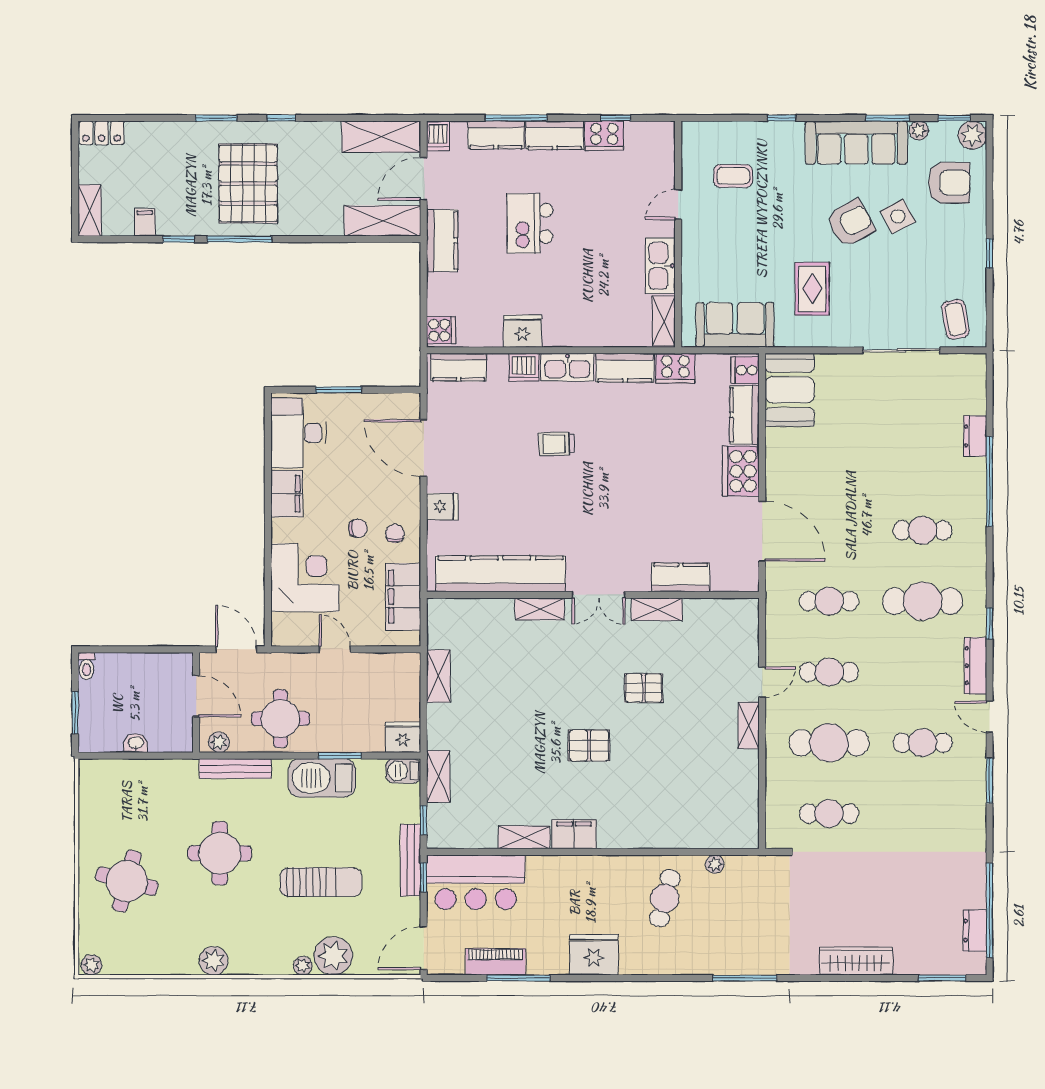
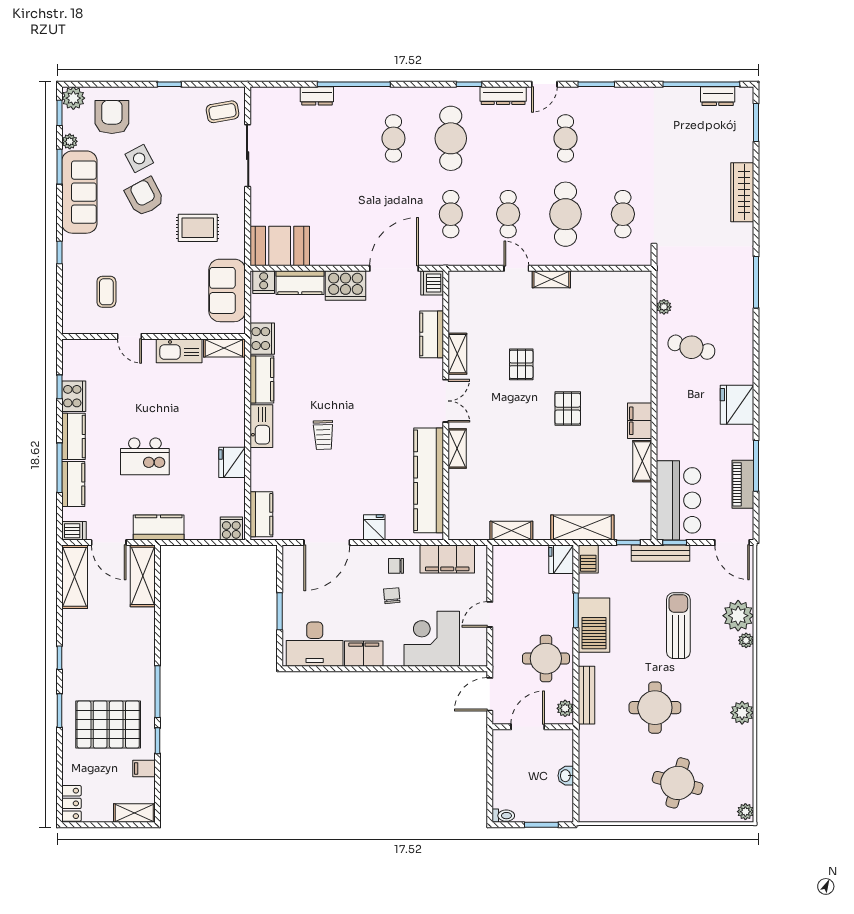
pallet: (248, 183) -> (108, 724), moved
dishwasher: (524, 367) -> (432, 283), moved, turned 180
shelving: (438, 776) -> (582, 528), width x1.50, depth x1.33

